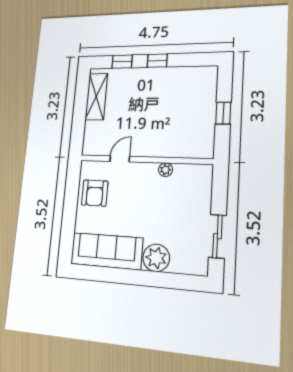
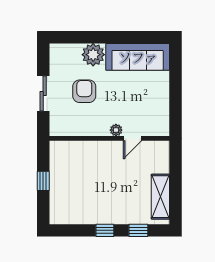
plant: (165, 170) -> (116, 130), moved
armchair: (95, 193) -> (84, 91), moved
sliding door: (217, 236) -> (43, 93), moved

